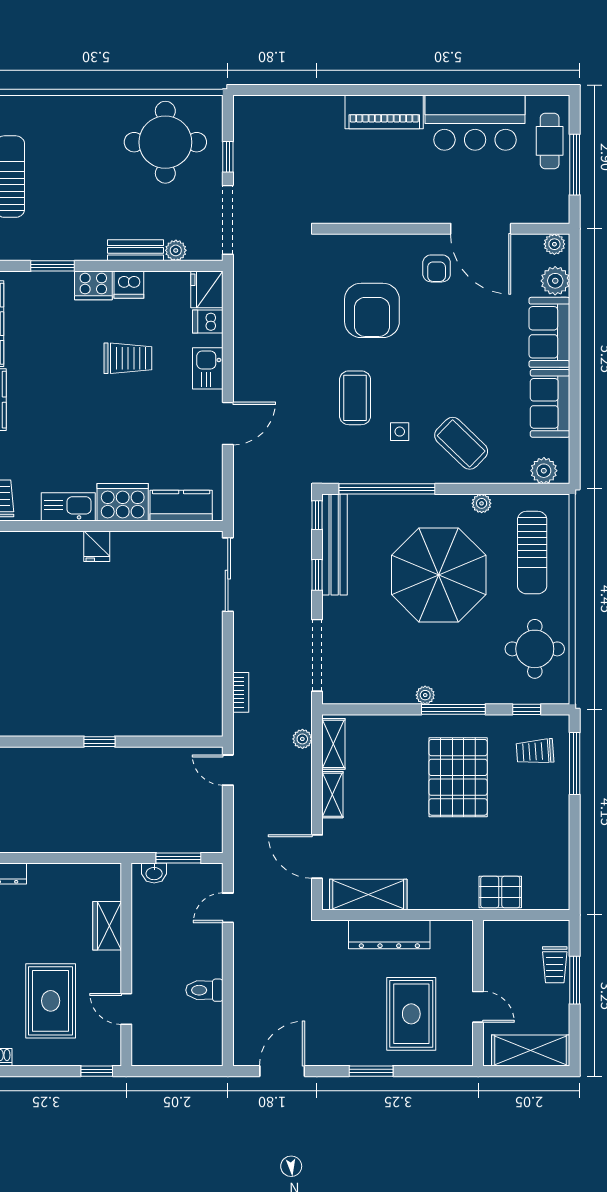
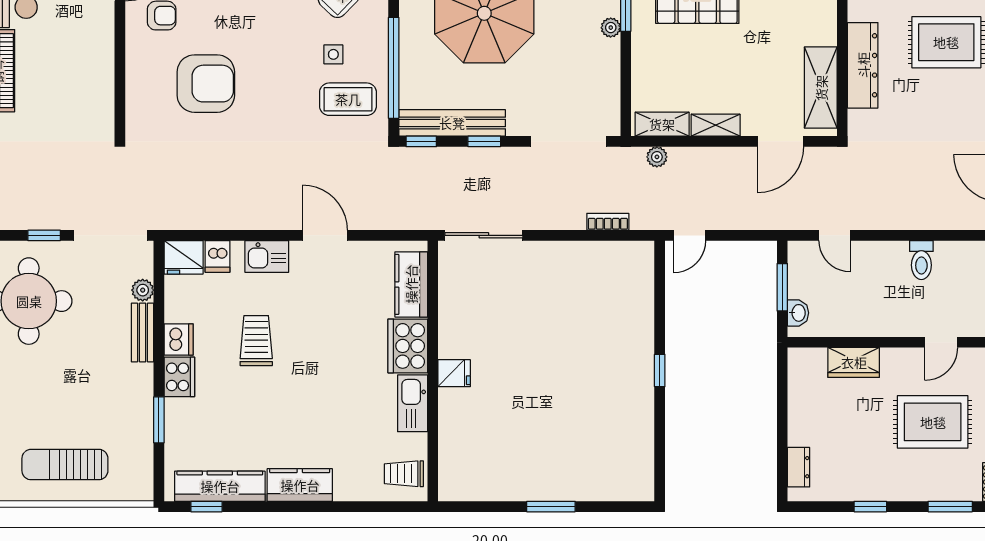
coffee table: (355, 398) -> (348, 99), moved

